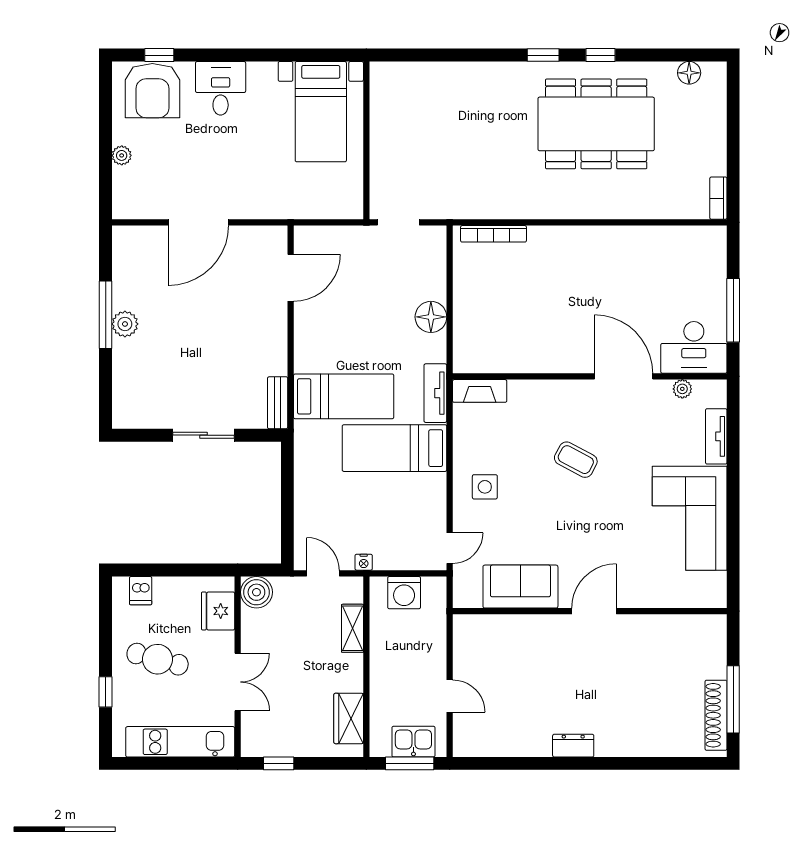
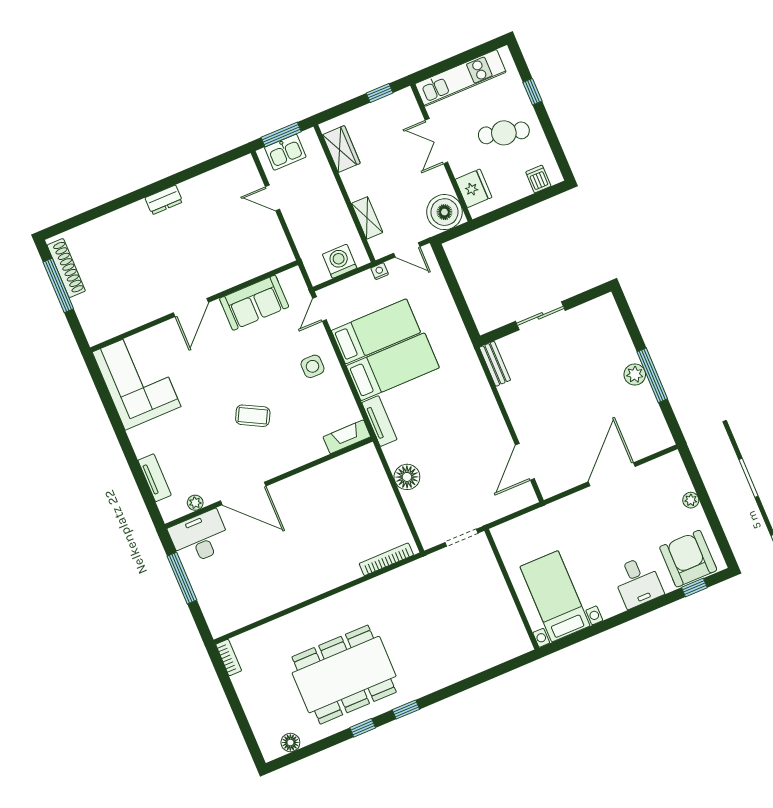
bed: (344, 396) -> (376, 331), moved, turned 180
corner sofa: (690, 518) -> (137, 379), moved
boiler: (256, 592) -> (444, 212), width x1.37, depth x1.37

